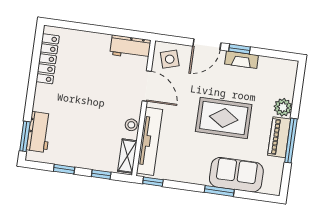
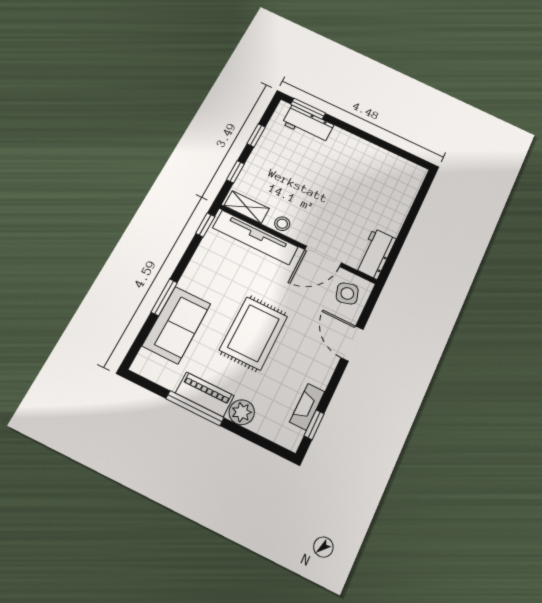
window: (240, 49) -> (314, 425), moved
locker: (48, 59) -> (389, 161), removed
fireplace: (242, 60) -> (307, 407), moved

